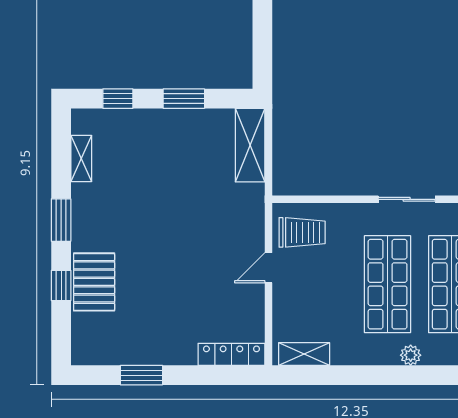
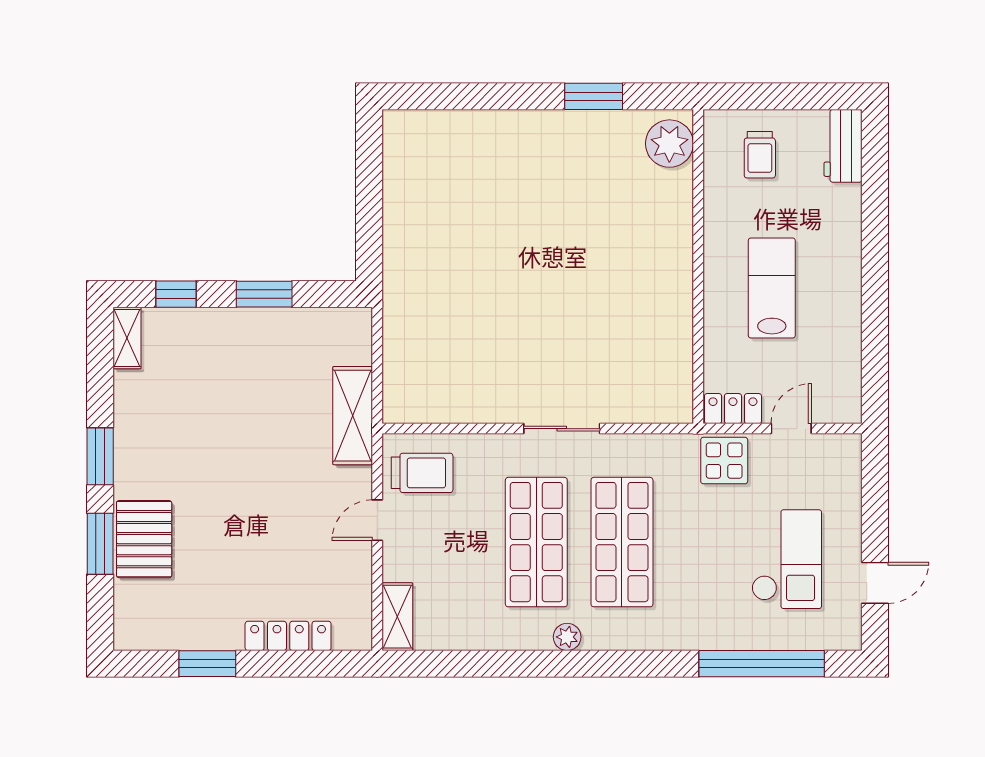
shelving: (250, 145) -> (353, 416), moved
shelving: (81, 158) -> (127, 338), moved
window: (61, 285) -> (100, 544), width x1.50
locker: (231, 354) -> (288, 636), moved
shelving: (304, 354) -> (397, 617), moved, turned 90

